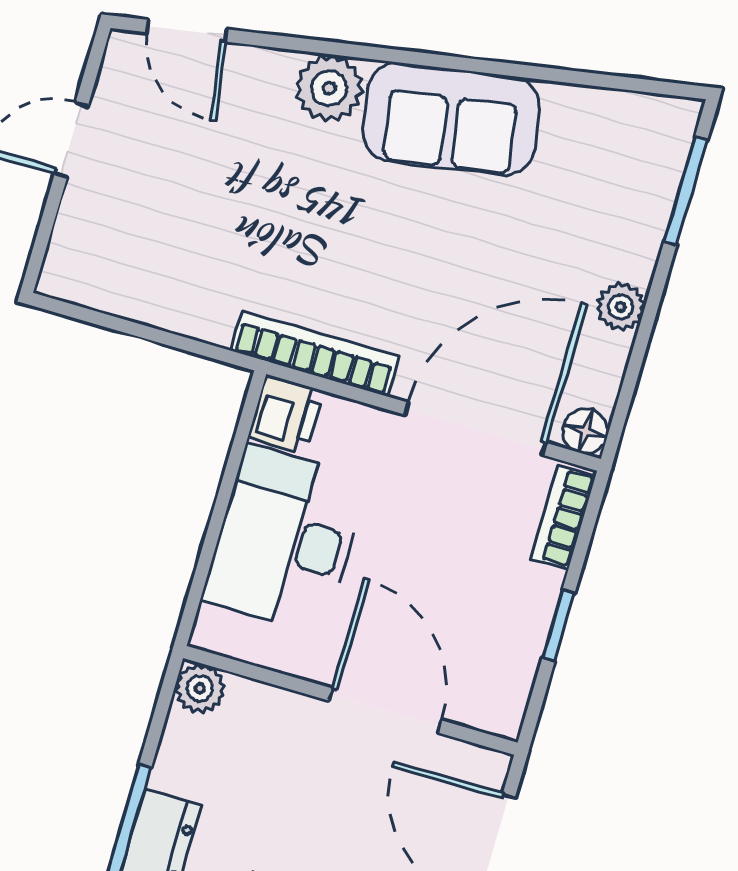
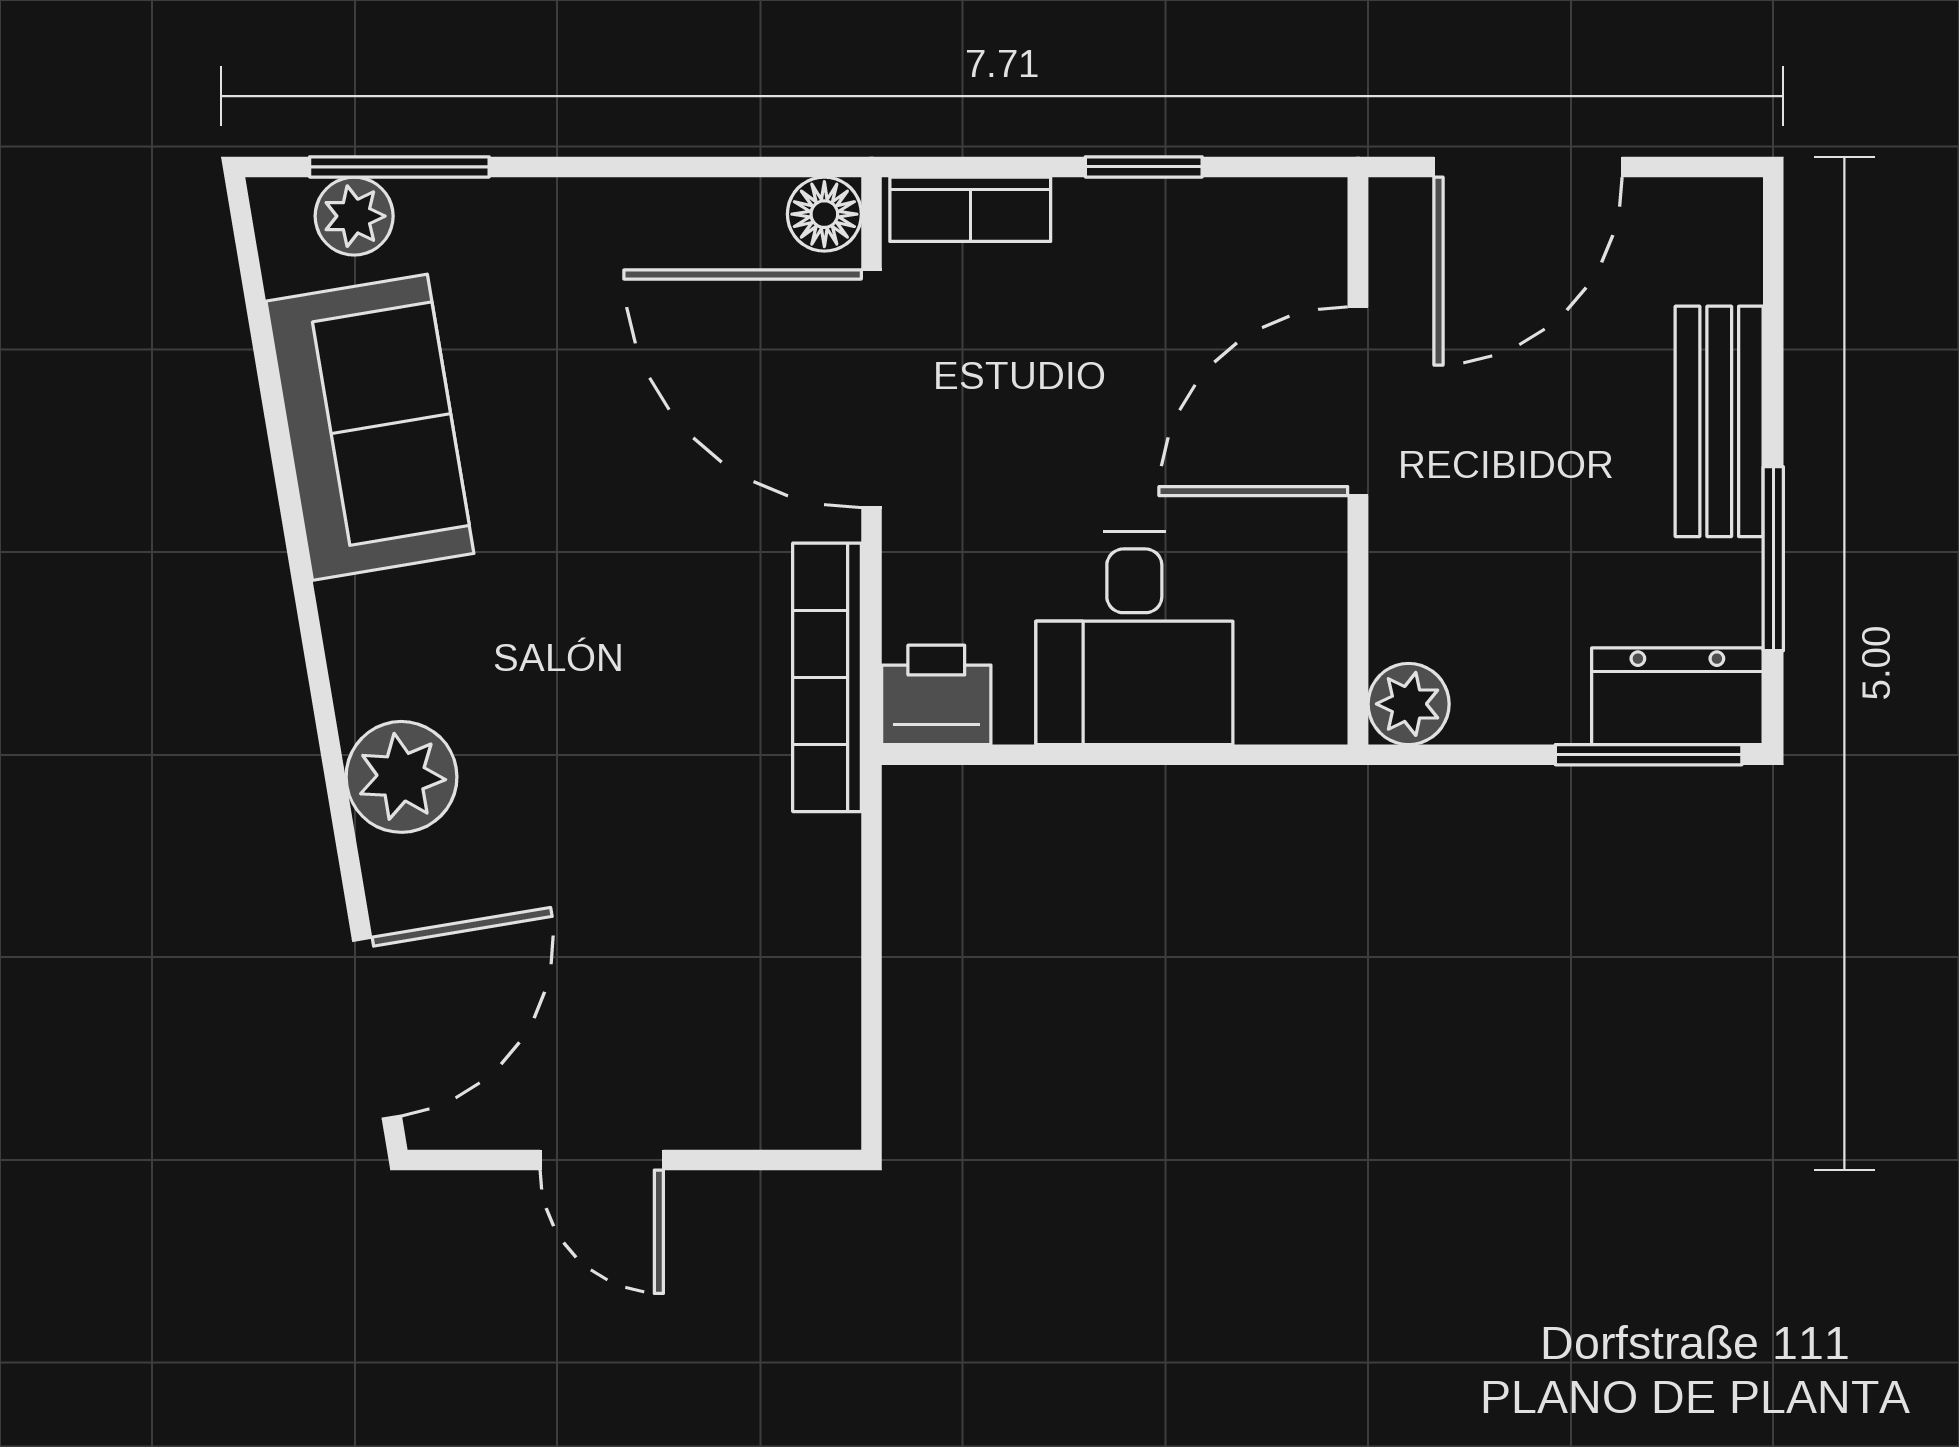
door: (187, 31) -> (377, 1028), width x1.38
sofa: (451, 119) -> (370, 427), moved
plant: (621, 307) -> (354, 216), moved
desk: (285, 540) -> (1134, 638), width x0.73

